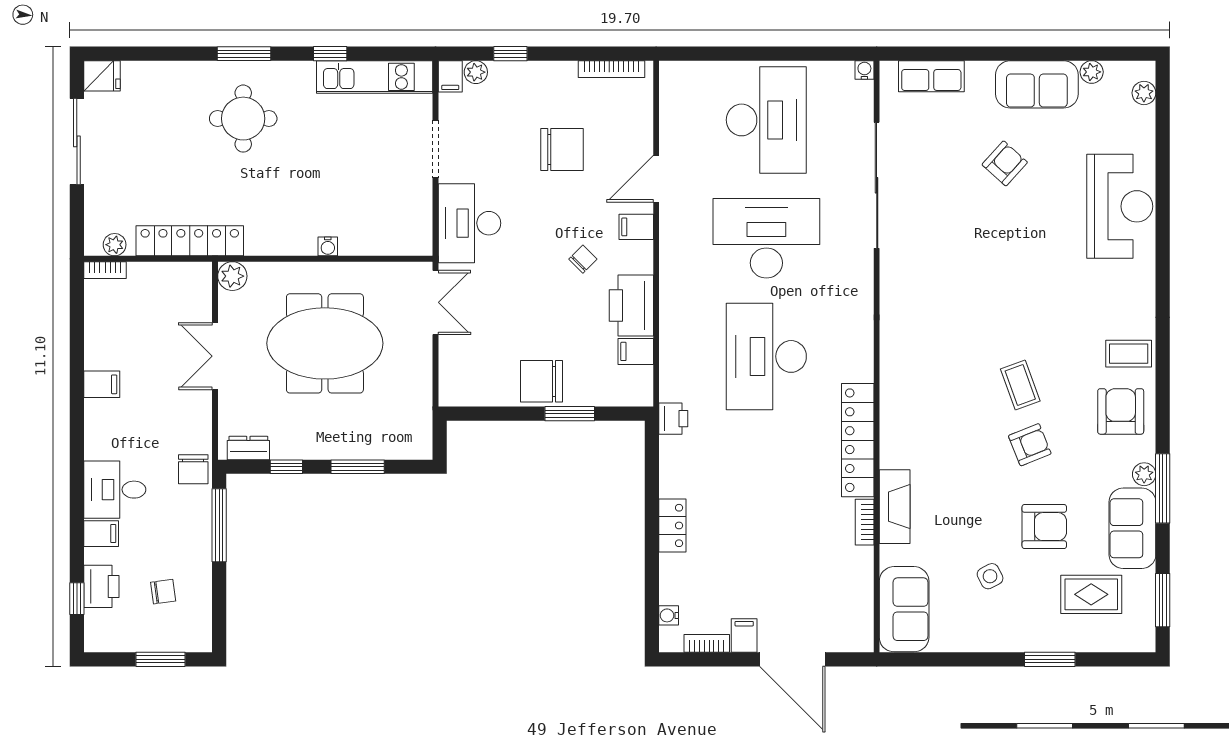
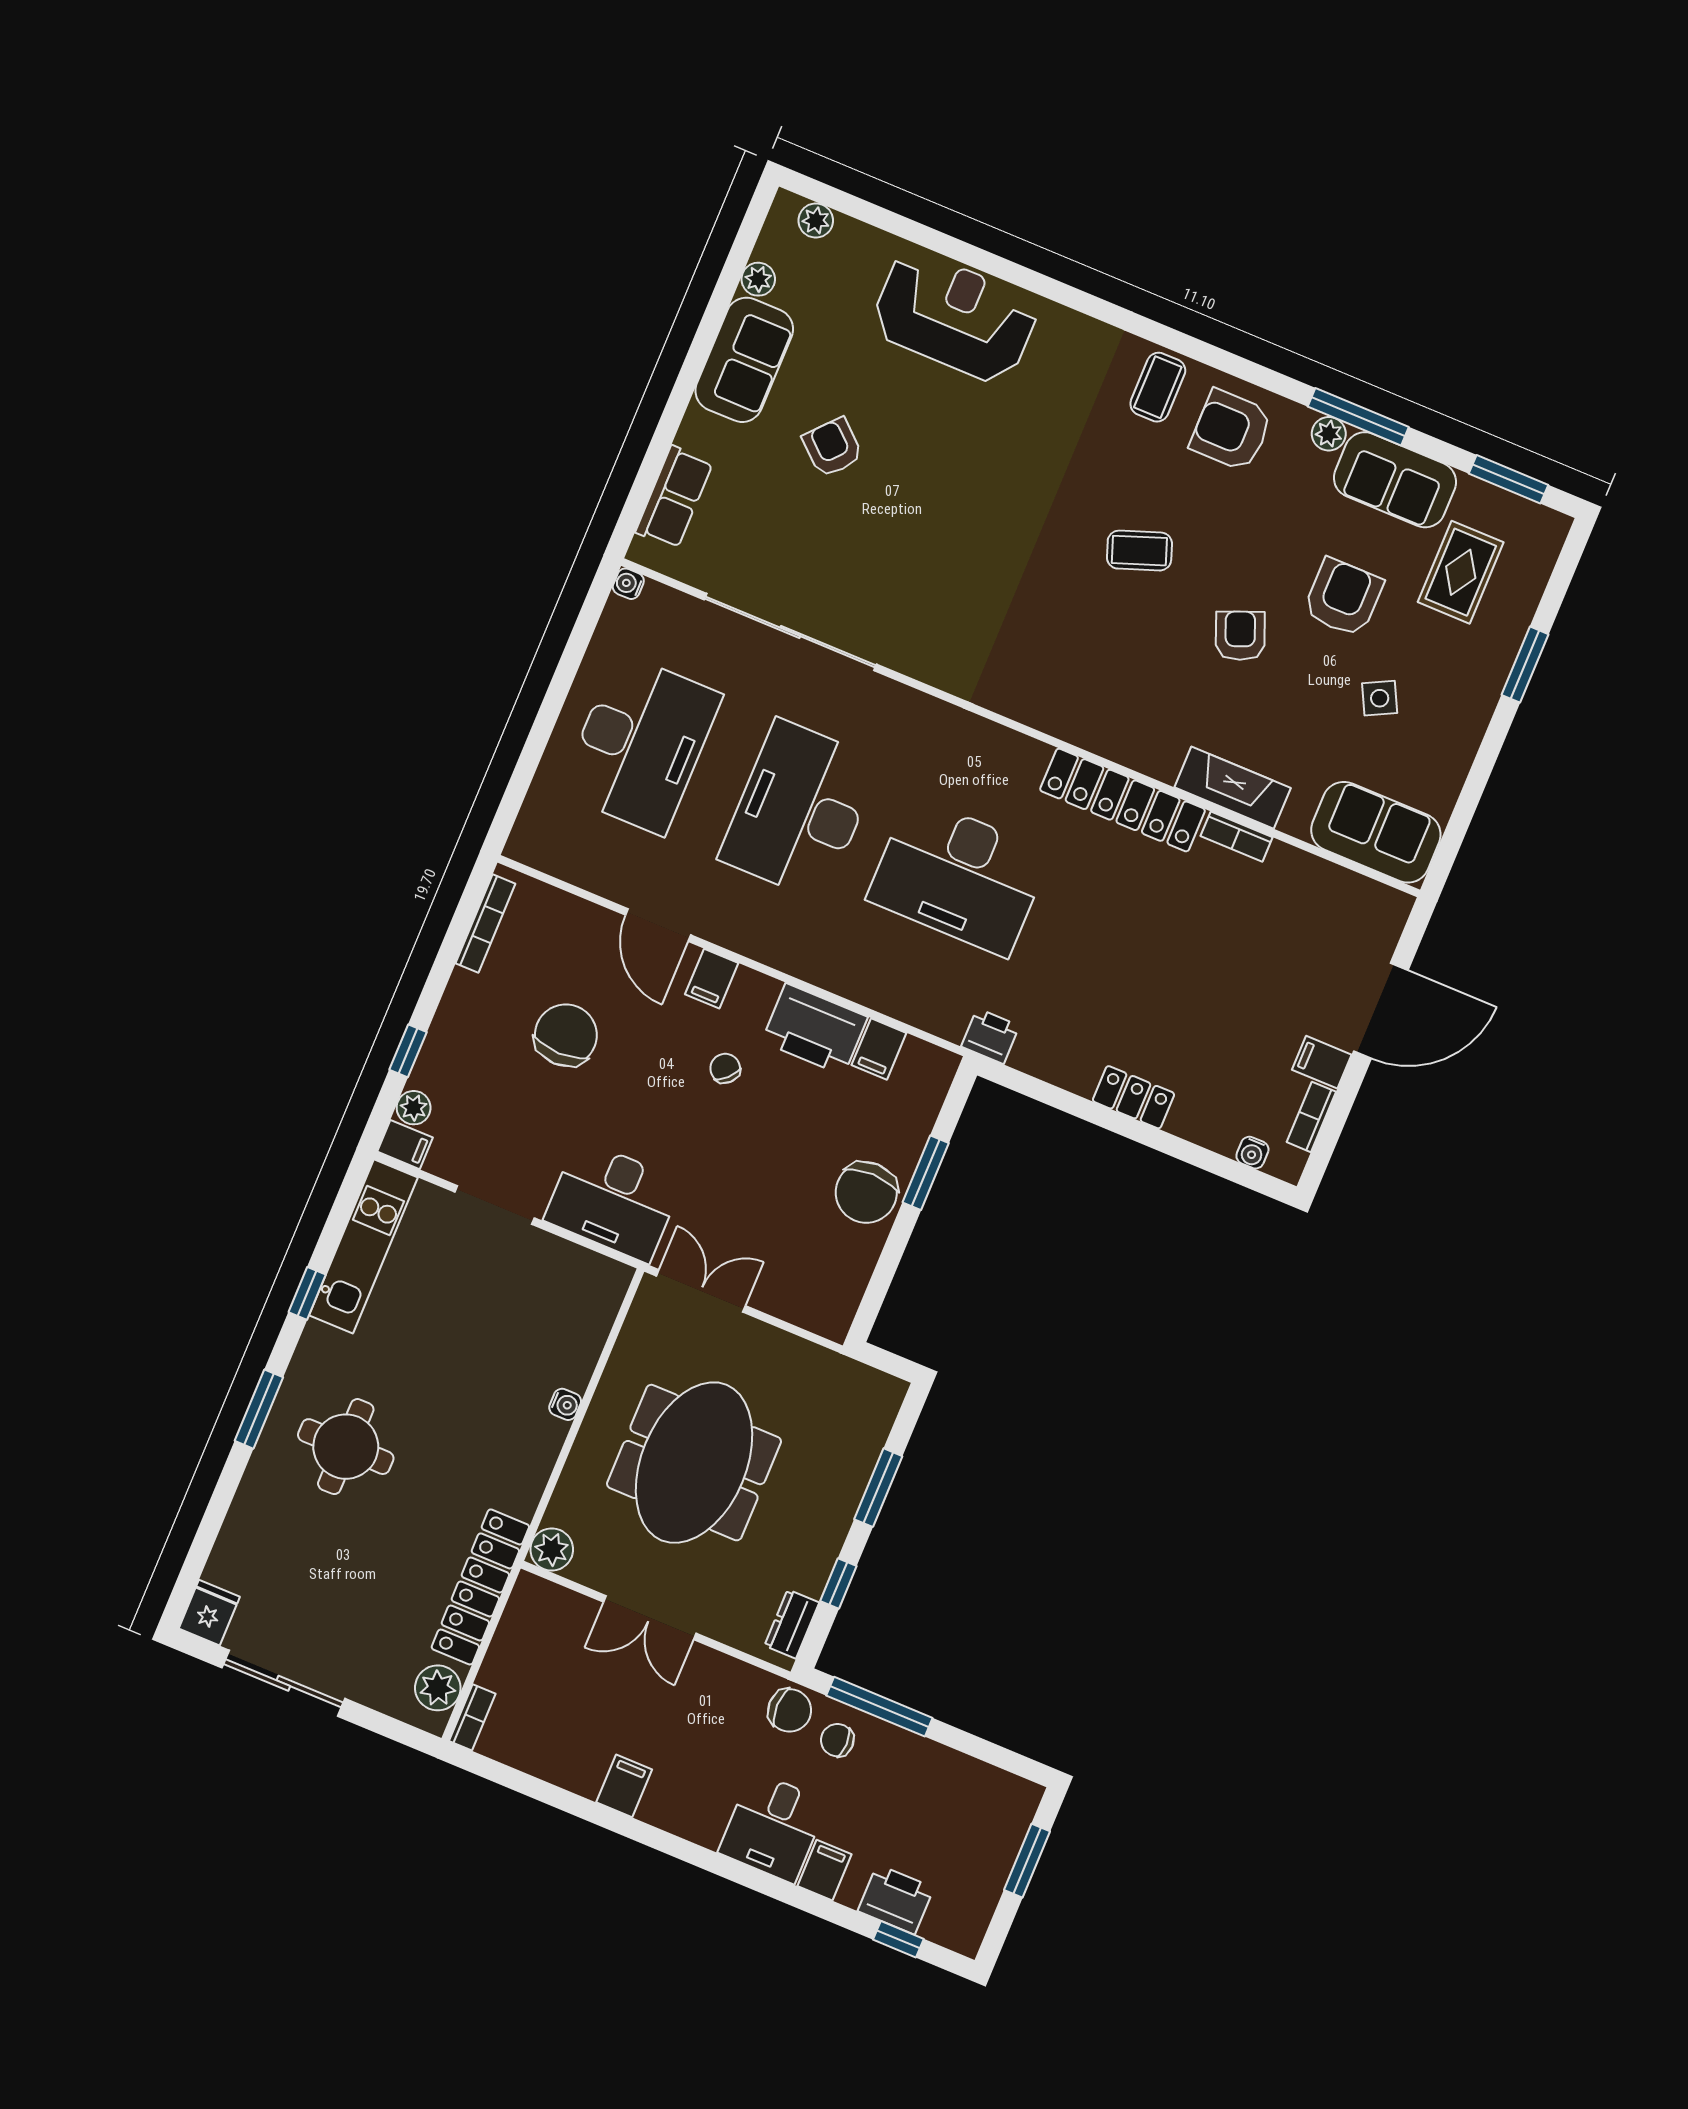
desk: (766, 120) -> (641, 744), turned 90
plant: (115, 245) -> (438, 1688), width x1.38, depth x1.38
armchair: (1030, 445) -> (1240, 636), moved
chair: (163, 592) -> (837, 1740), moved, turned -82

